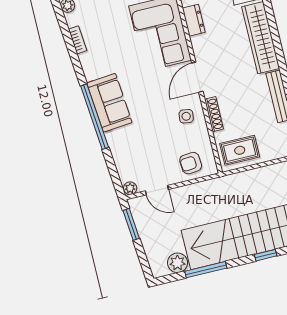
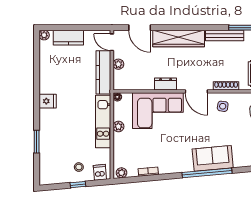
dresser: (194, 20) -> (166, 84), moved
sofa: (109, 103) -> (213, 158), moved

